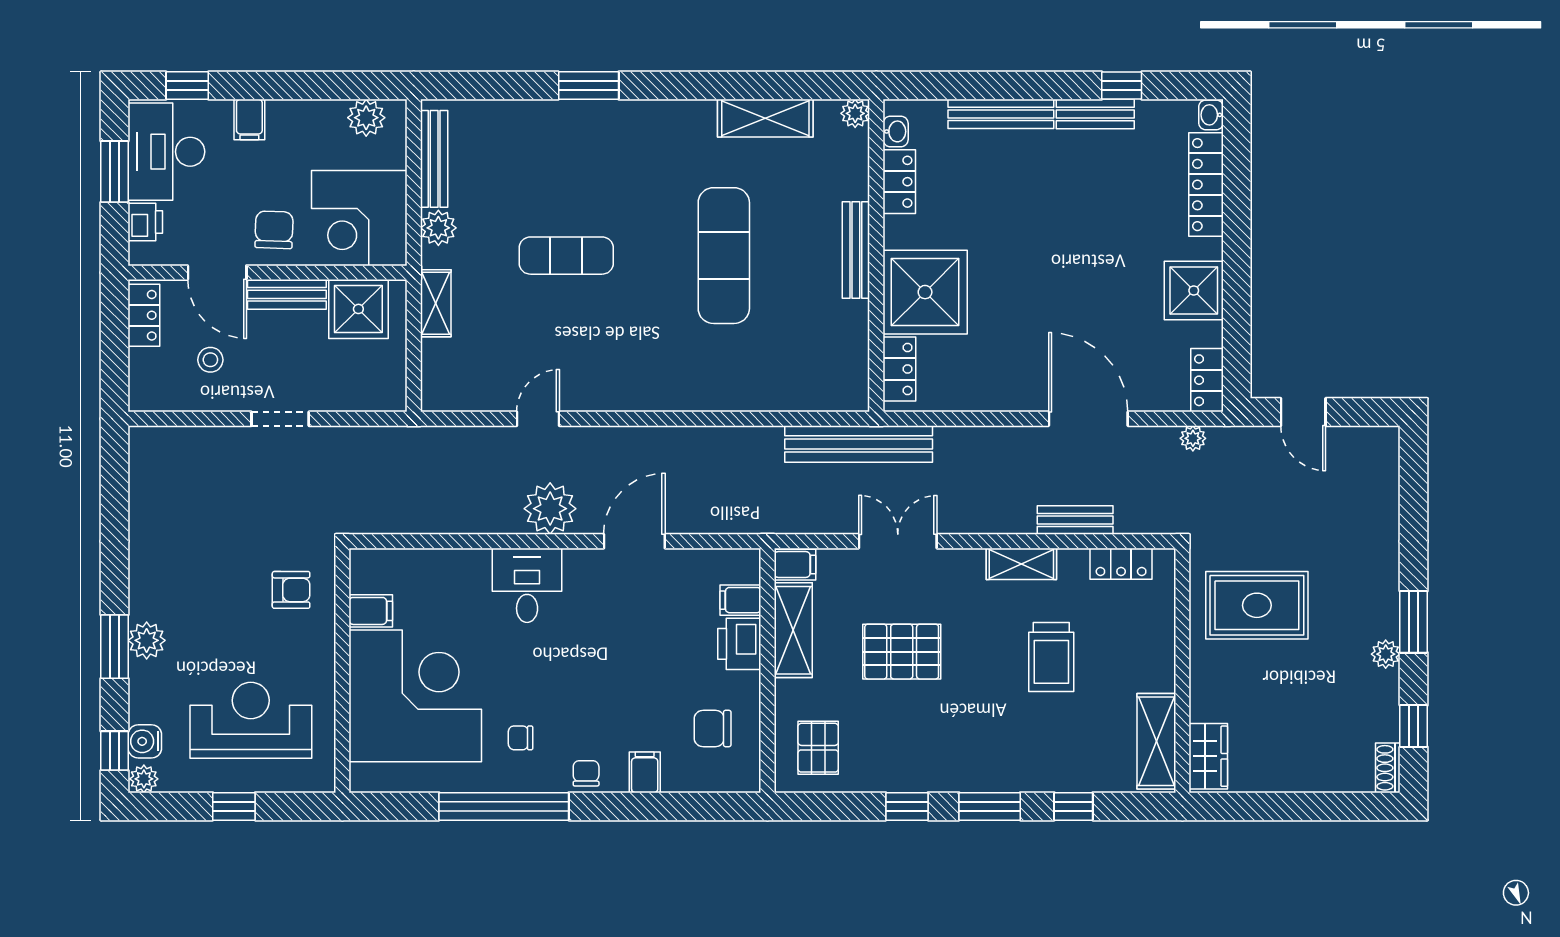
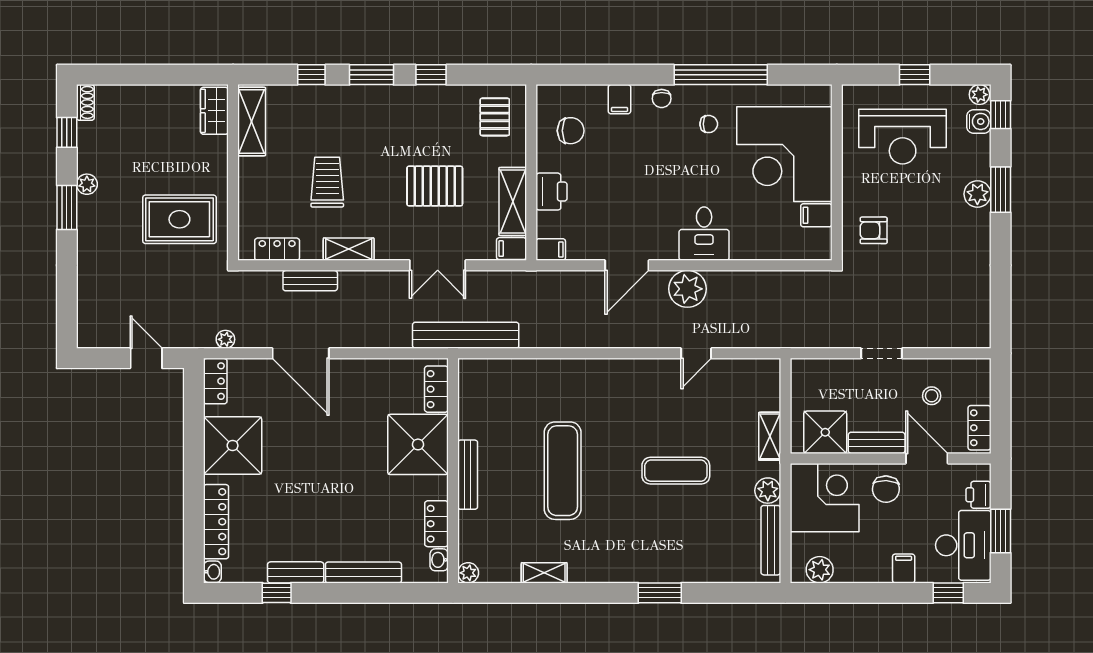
shelving: (765, 118) -> (544, 573), width x0.67, depth x0.75
shower: (1194, 291) -> (233, 446), width x1.37, depth x1.37
filing cabinet: (740, 600) -> (551, 249), moved

